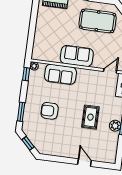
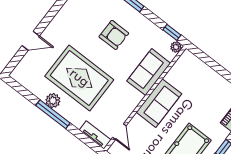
armchair: (50, 111) -> (114, 35), turned 90
rug: (90, 117) -> (79, 78), width x1.86, depth x2.06

